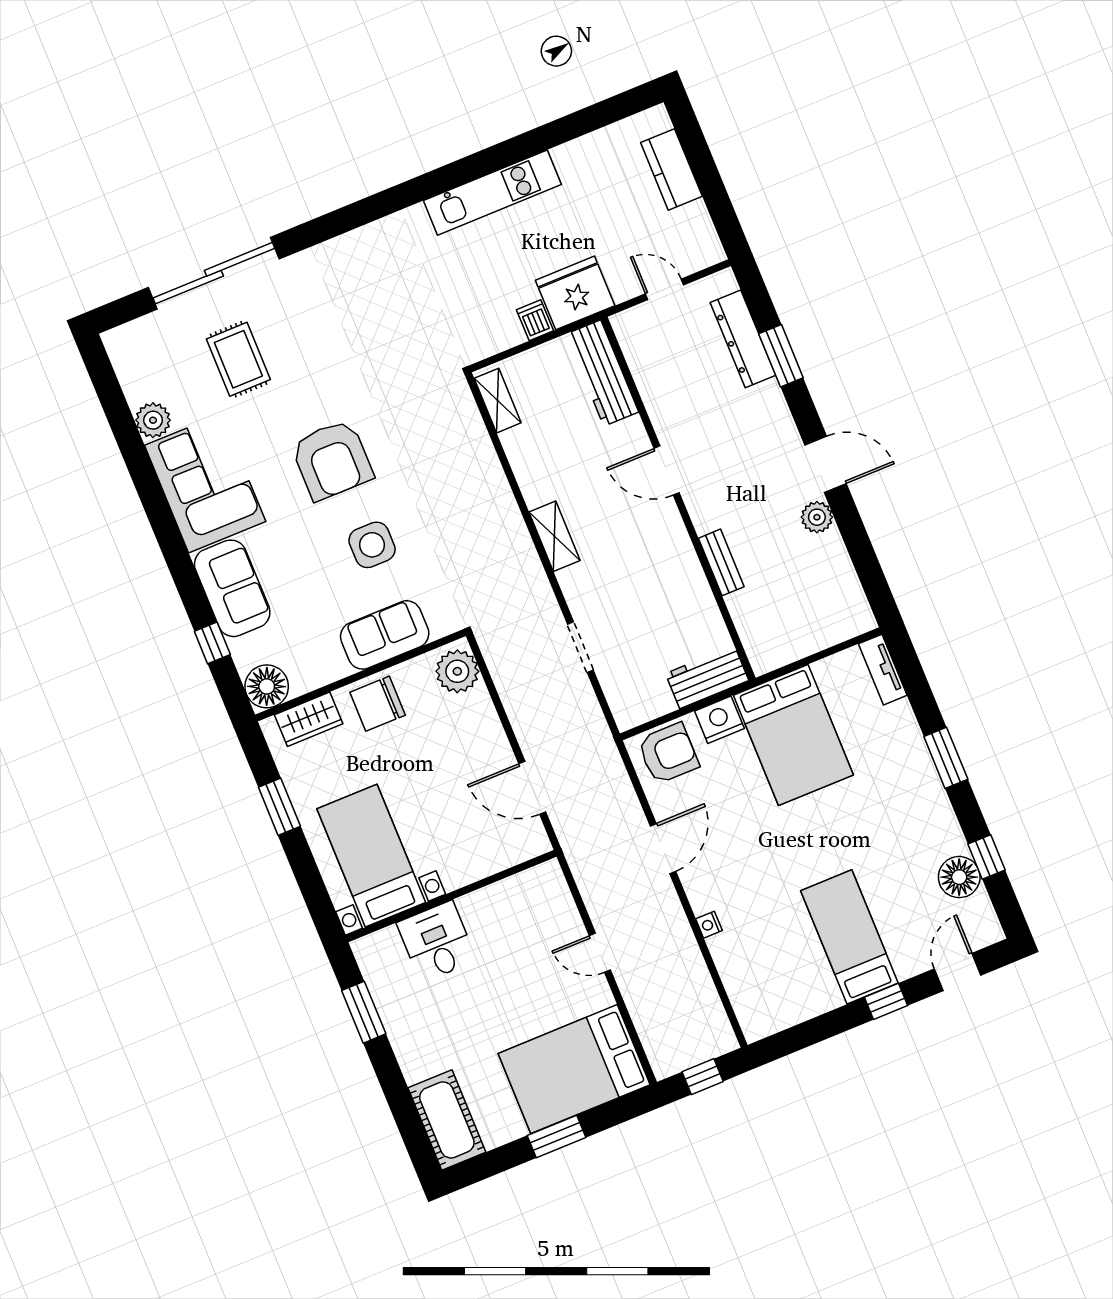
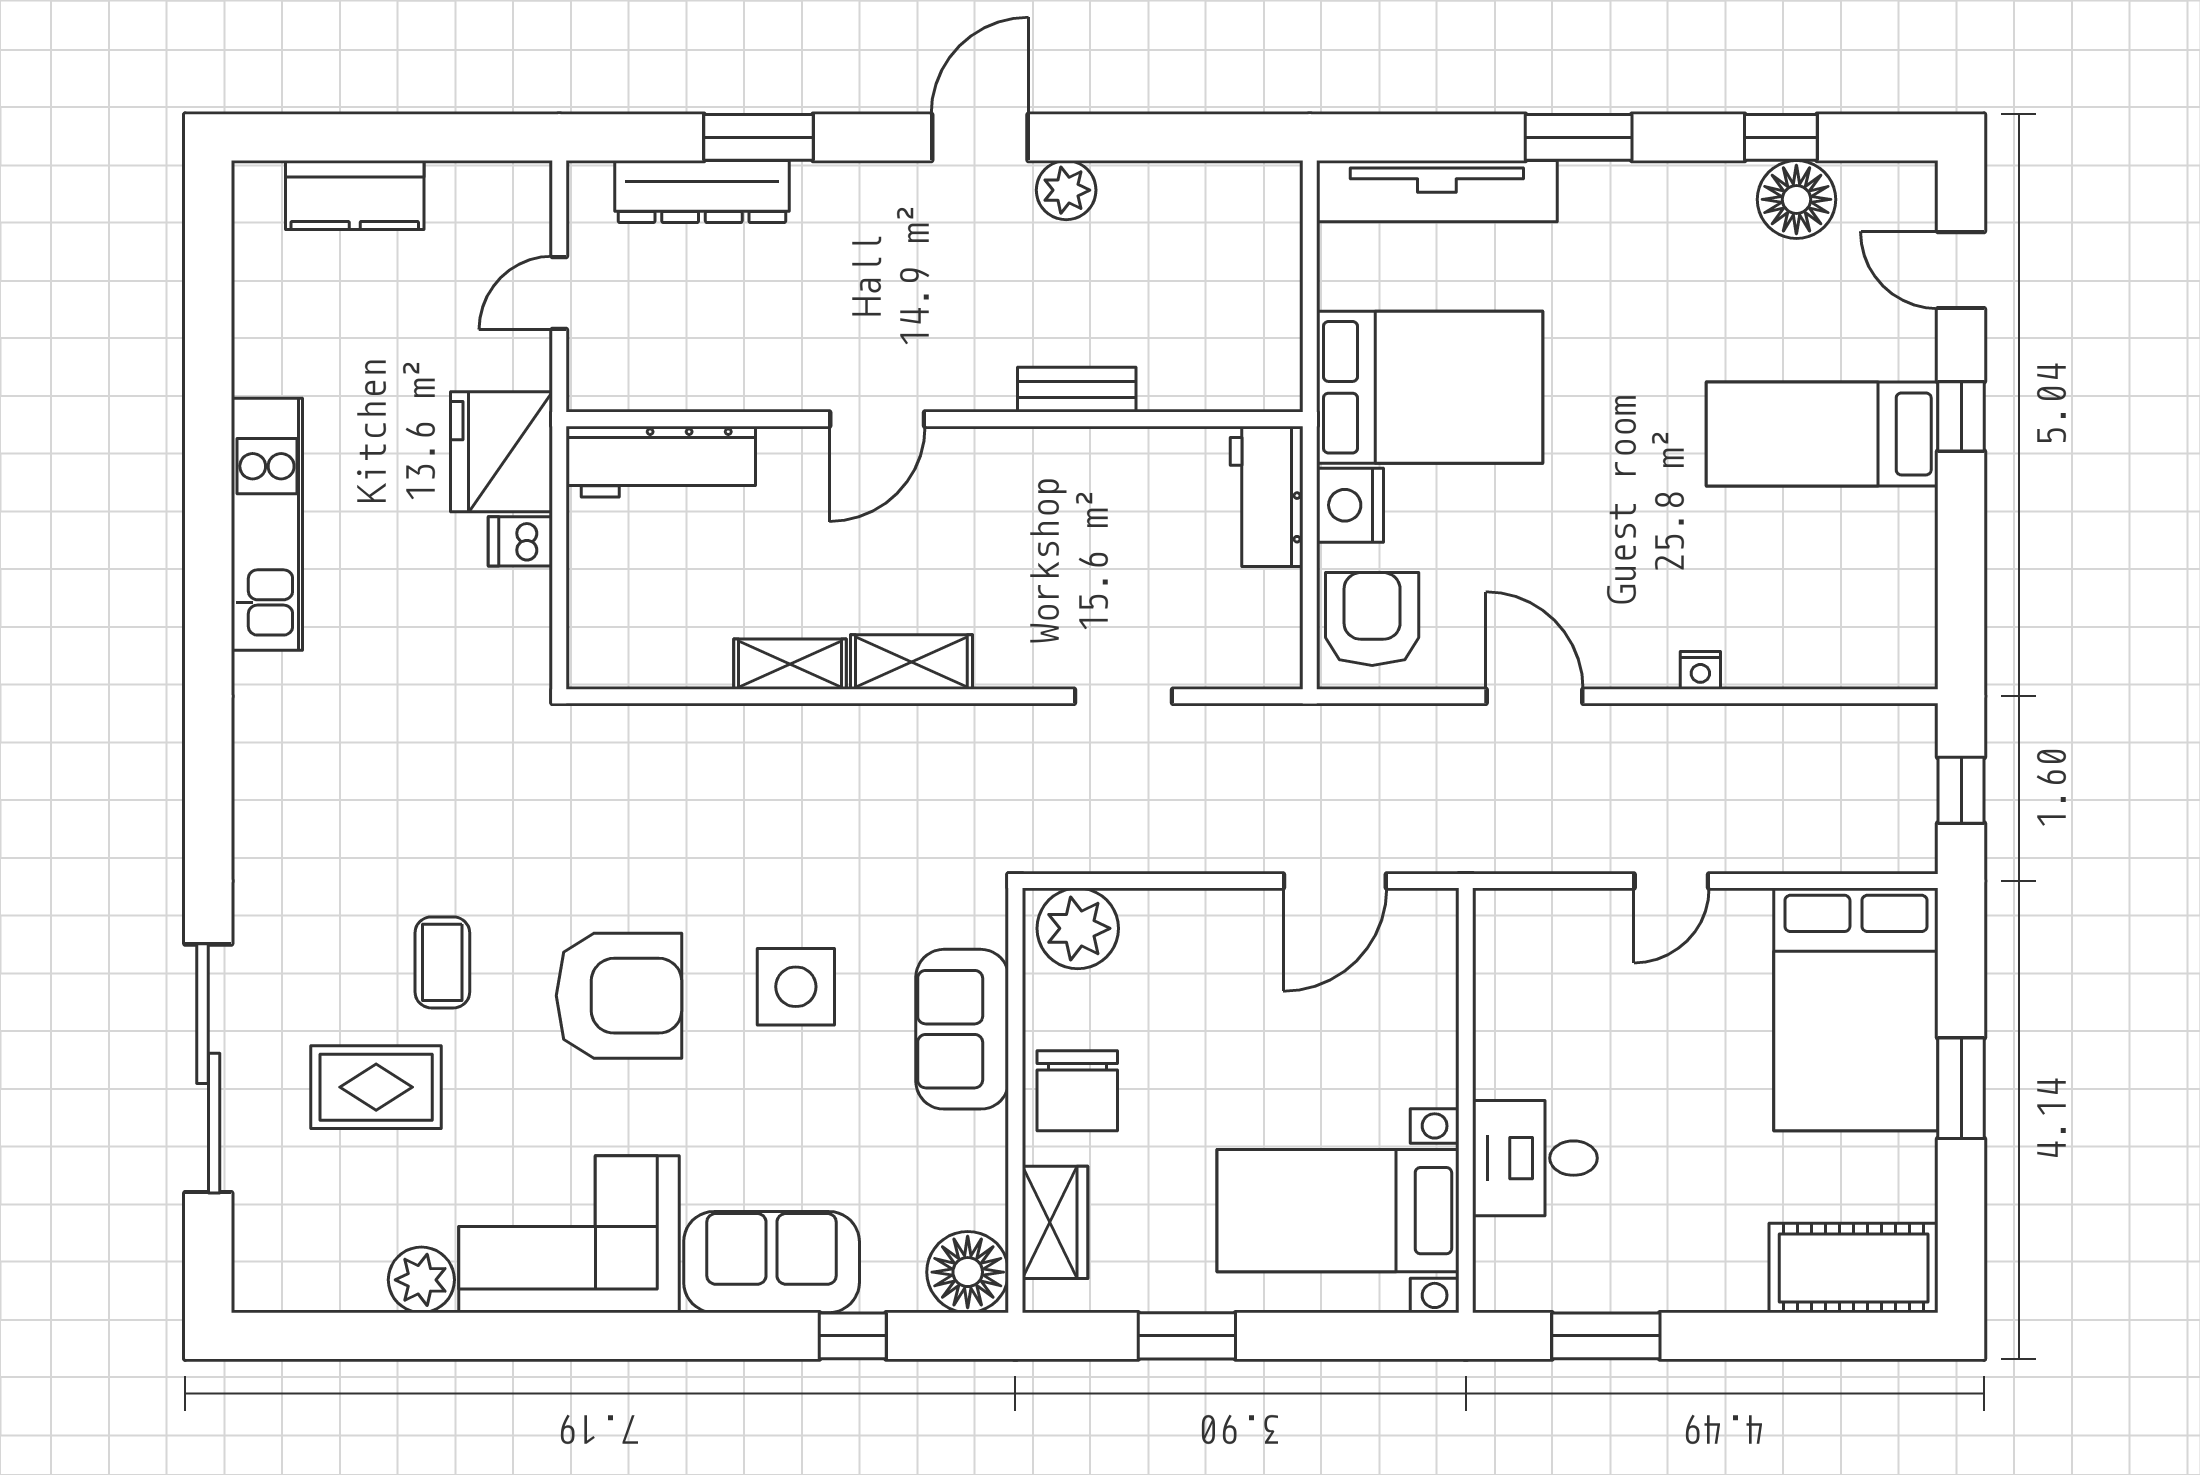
coffee table: (313, 367) -> (442, 962), added
shelving: (498, 401) -> (790, 664), moved
tv unit: (883, 670) -> (1437, 191), width x1.92, depth x1.29

